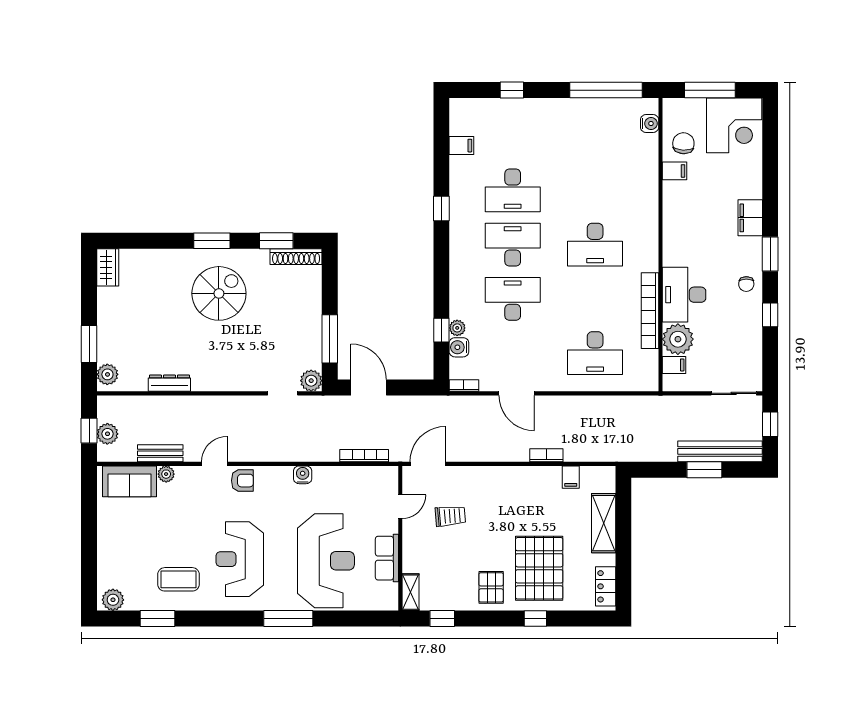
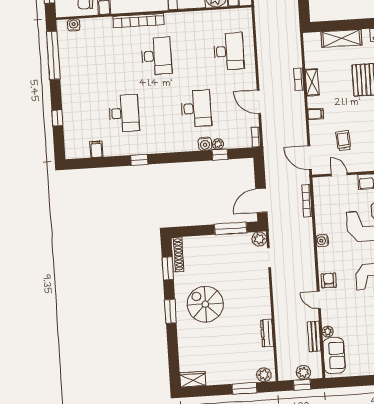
desk: (513, 245) -> (160, 111), removed
desk: (513, 299) -> (196, 108), turned 180
bookcase: (650, 311) -> (138, 20), moved
water cooler: (459, 347) -> (205, 144), moved
door: (517, 393) -> (259, 102), swing flipped
shelving: (541, 475) -> (312, 82), added
filing cabinet: (571, 477) -> (316, 114), moved

